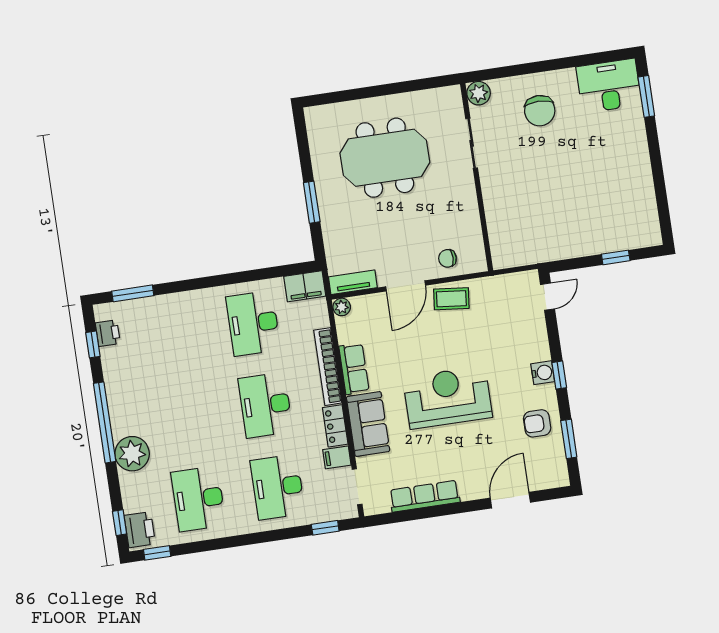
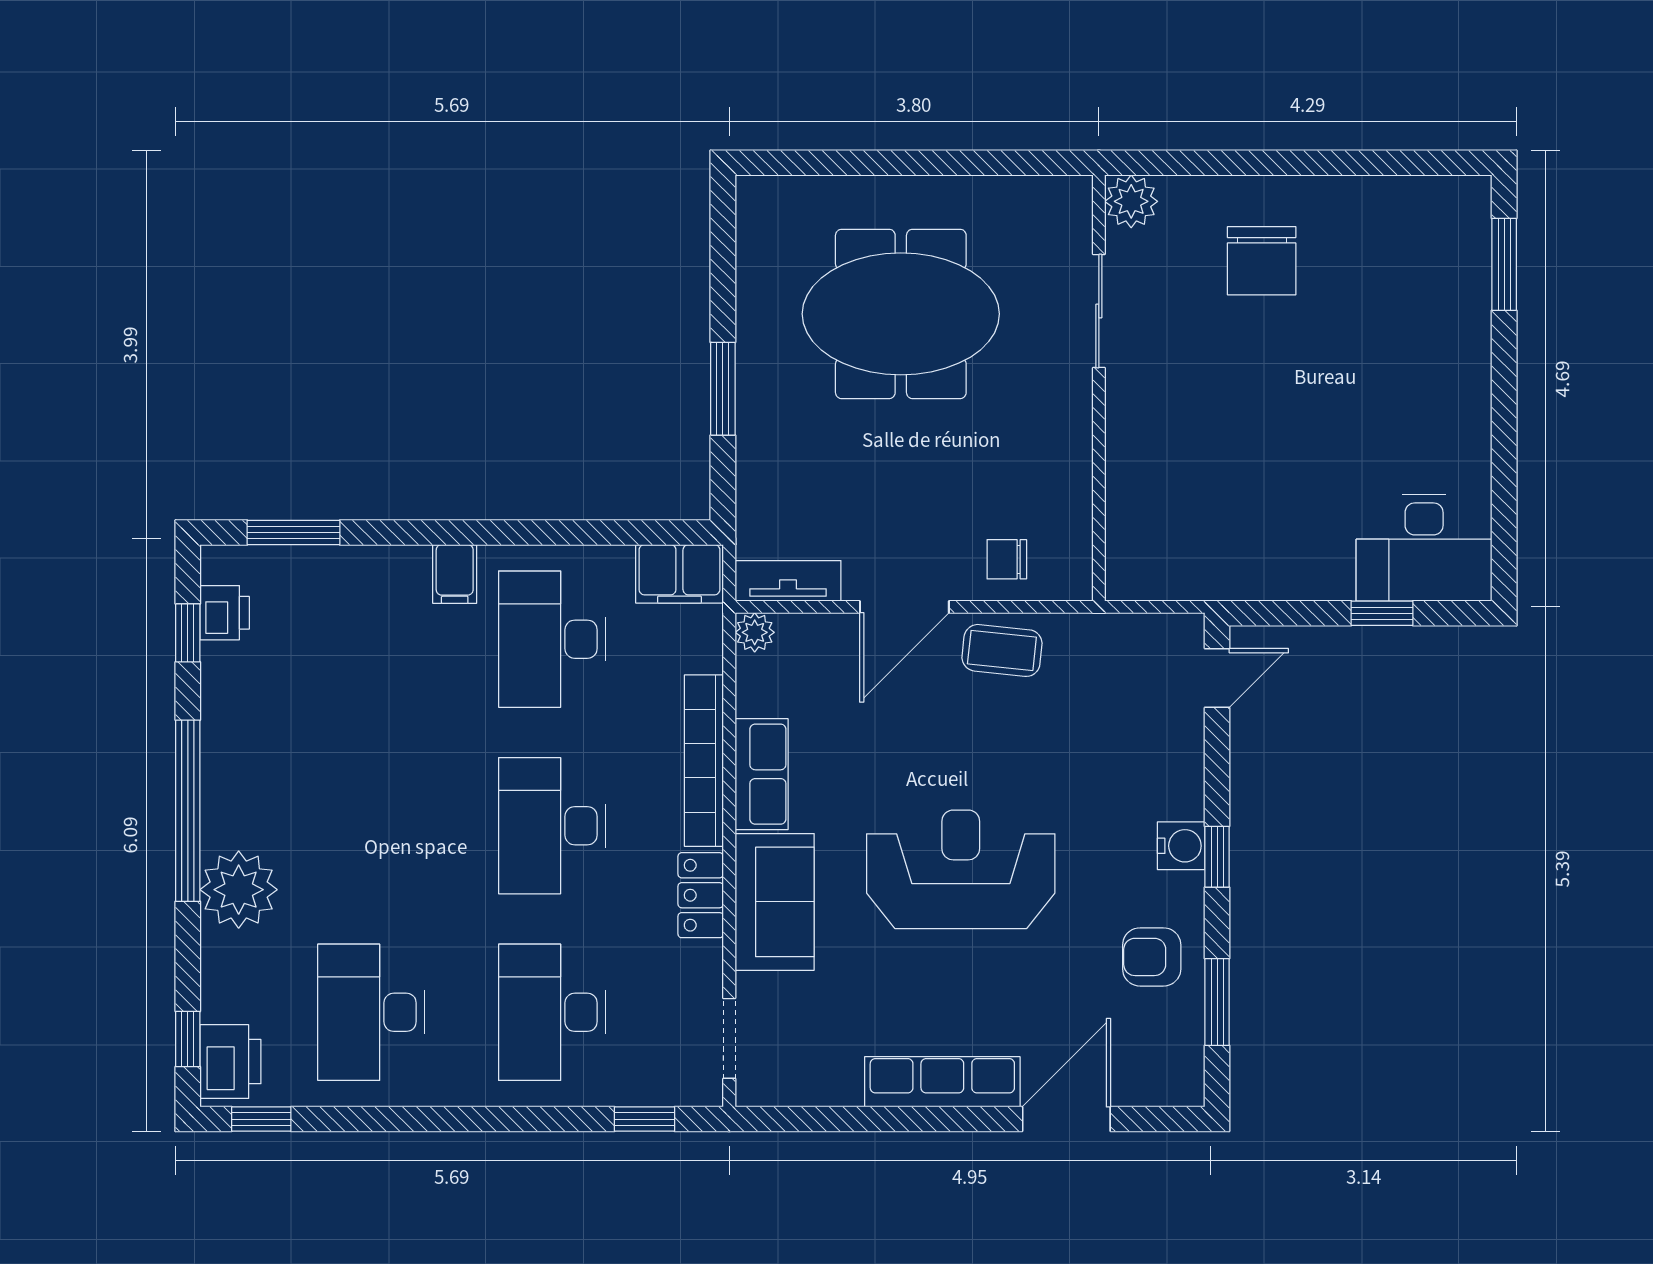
desk: (609, 86) -> (1424, 548), moved, turned 180
filing cabinet: (337, 457) -> (455, 574), moved, turned -90
row of seats: (425, 496) -> (942, 1082), moved

